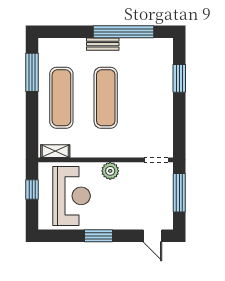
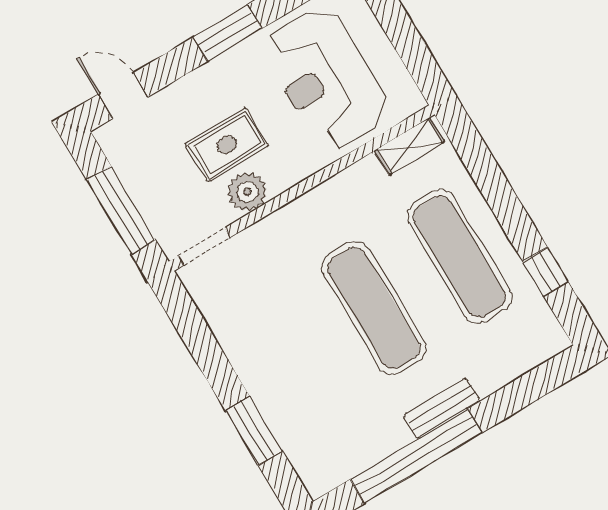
window: (32, 72) -> (545, 272), width x0.46
plant: (110, 171) -> (247, 192), moved
window: (32, 189) -> (409, 45), removed
rug: (124, 193) -> (227, 145), added

